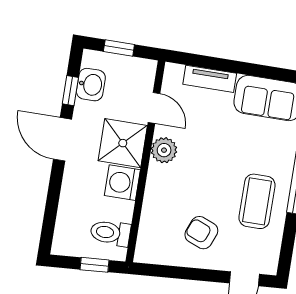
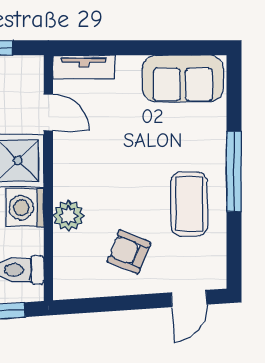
tv unit: (210, 79) -> (84, 67), moved
plant: (164, 150) -> (68, 216), moved

